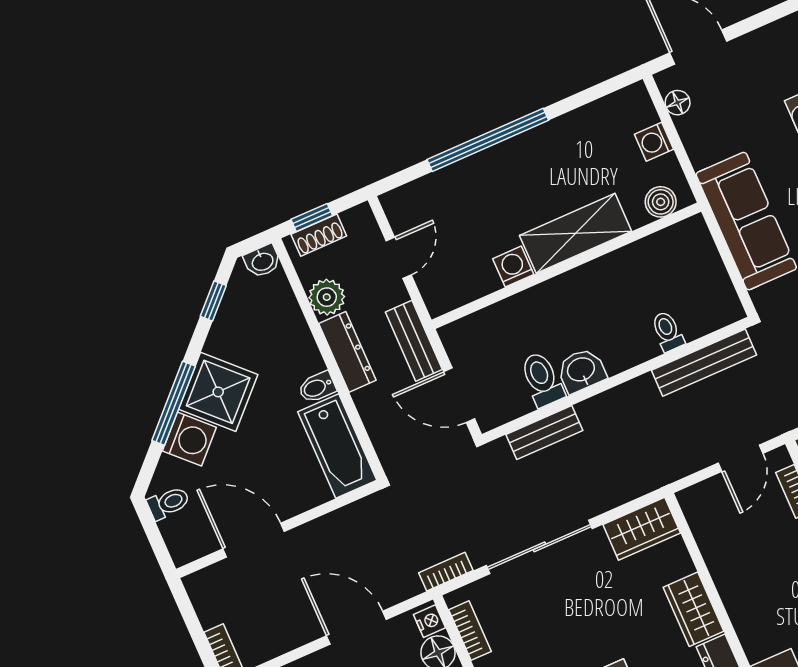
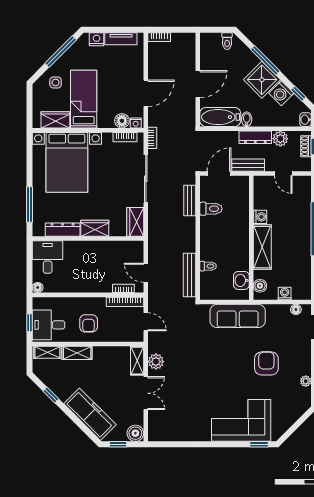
washbasin: (581, 370) -> (241, 280), moved, turned 180
washing machine: (189, 439) -> (281, 93), moved
door: (254, 540) -> (198, 84), moved

